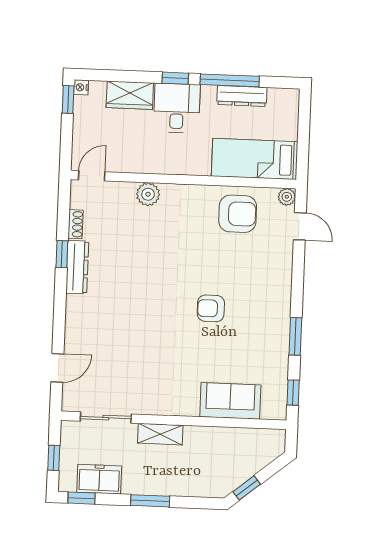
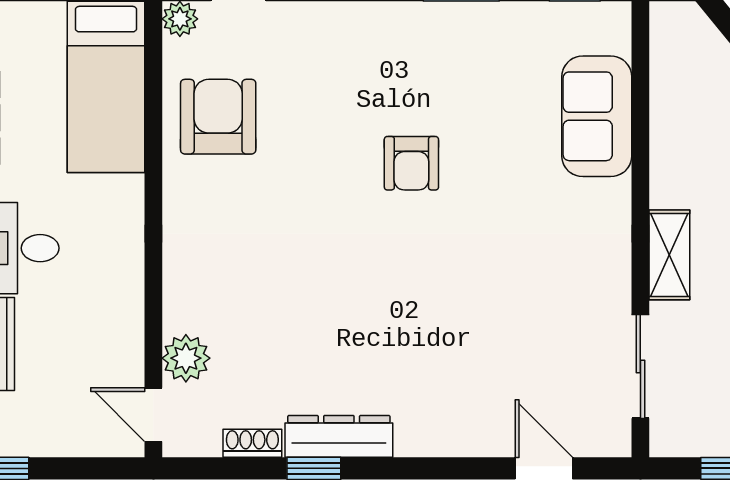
plant: (148, 194) -> (186, 358), moved

